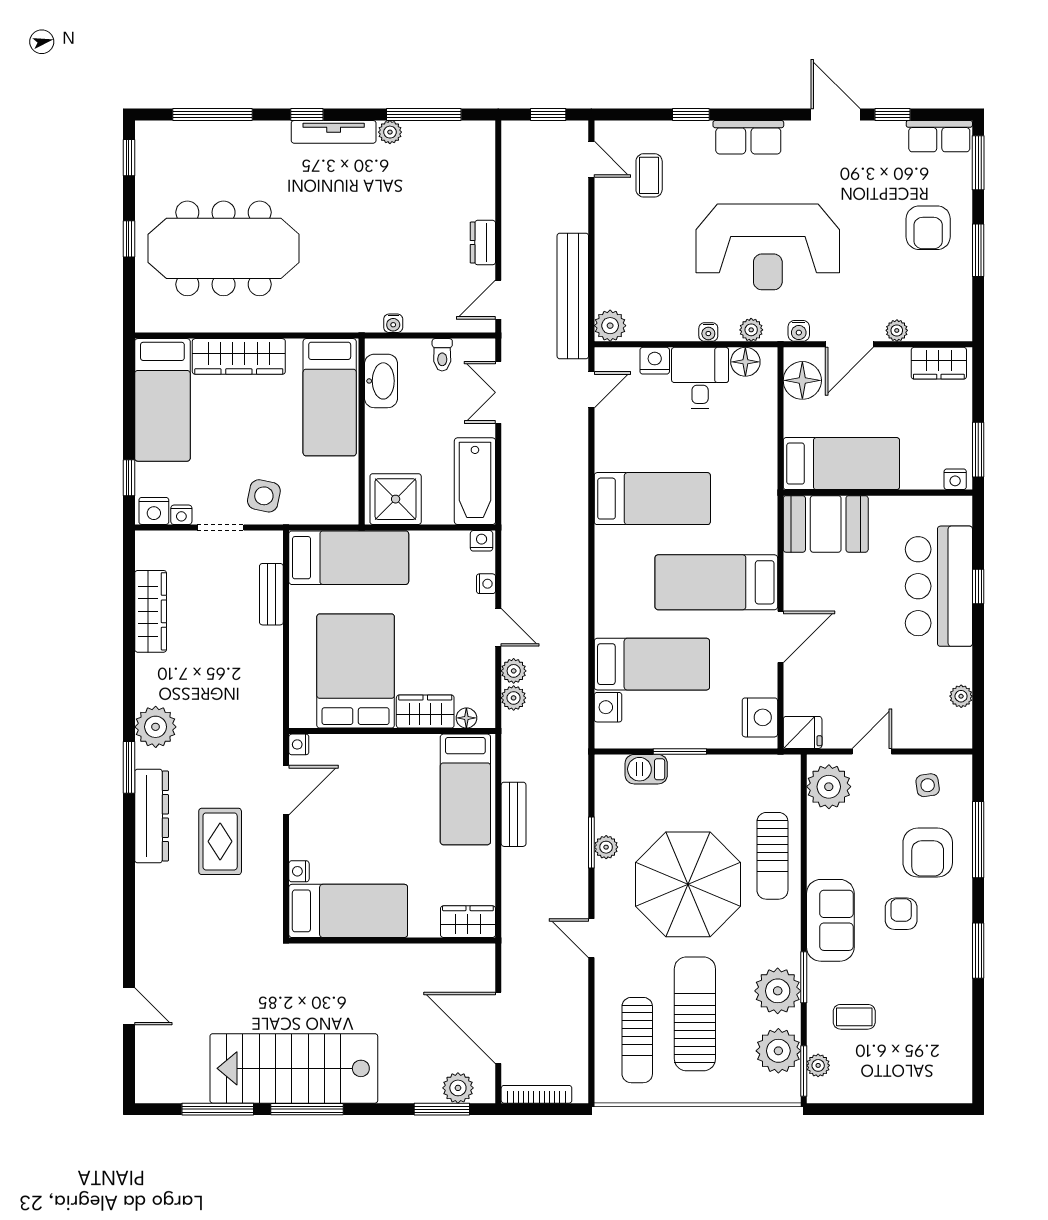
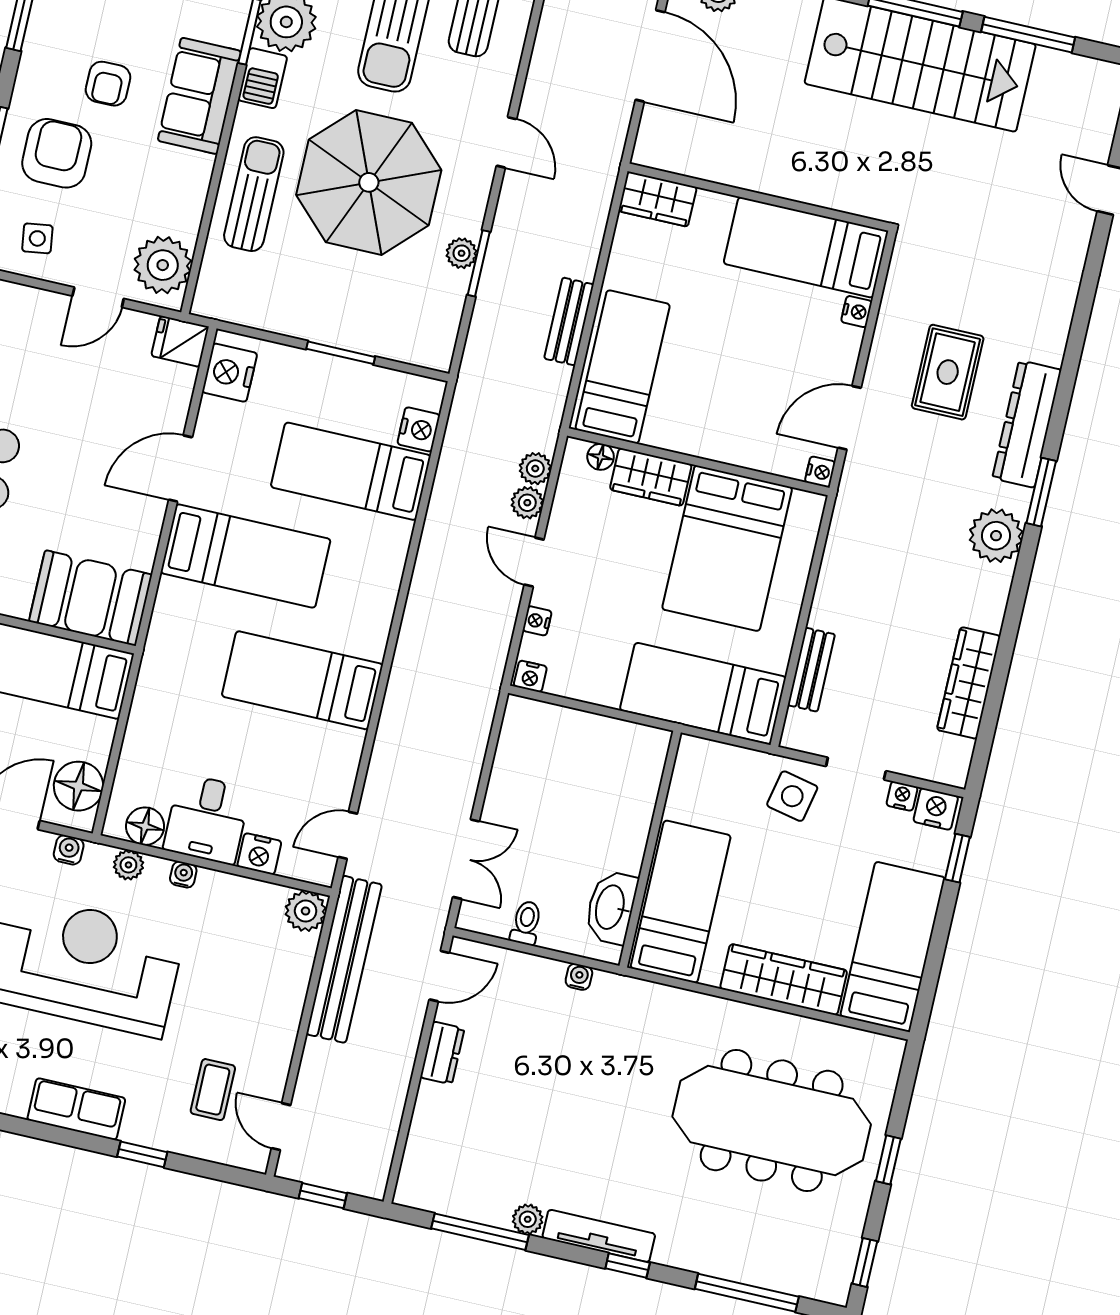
bathtub: (475, 481) -> (521, 754), removed
shower: (396, 499) -> (627, 754), removed
barbecue: (646, 769) -> (263, 78), moved, turned 90

